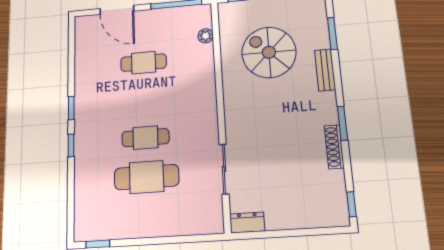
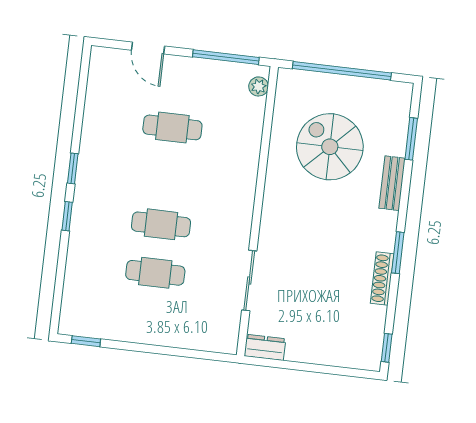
door: (117, 10) -> (148, 48), width x0.73
plant: (206, 36) -> (259, 86), moved
cafe table: (147, 177) -> (155, 273), width x0.73, depth x0.74

